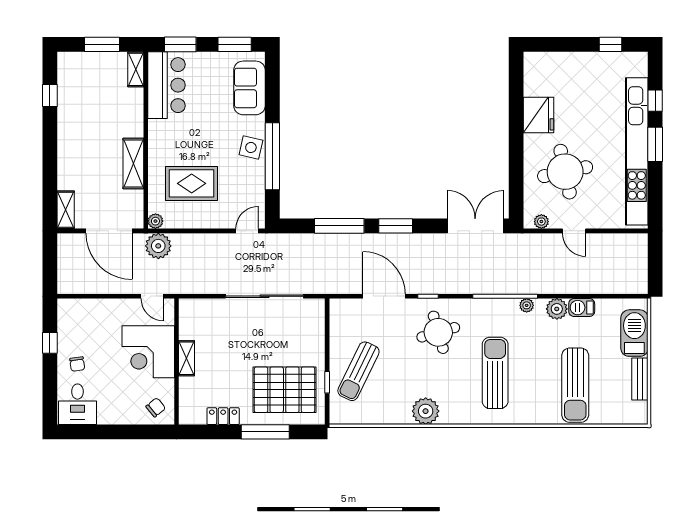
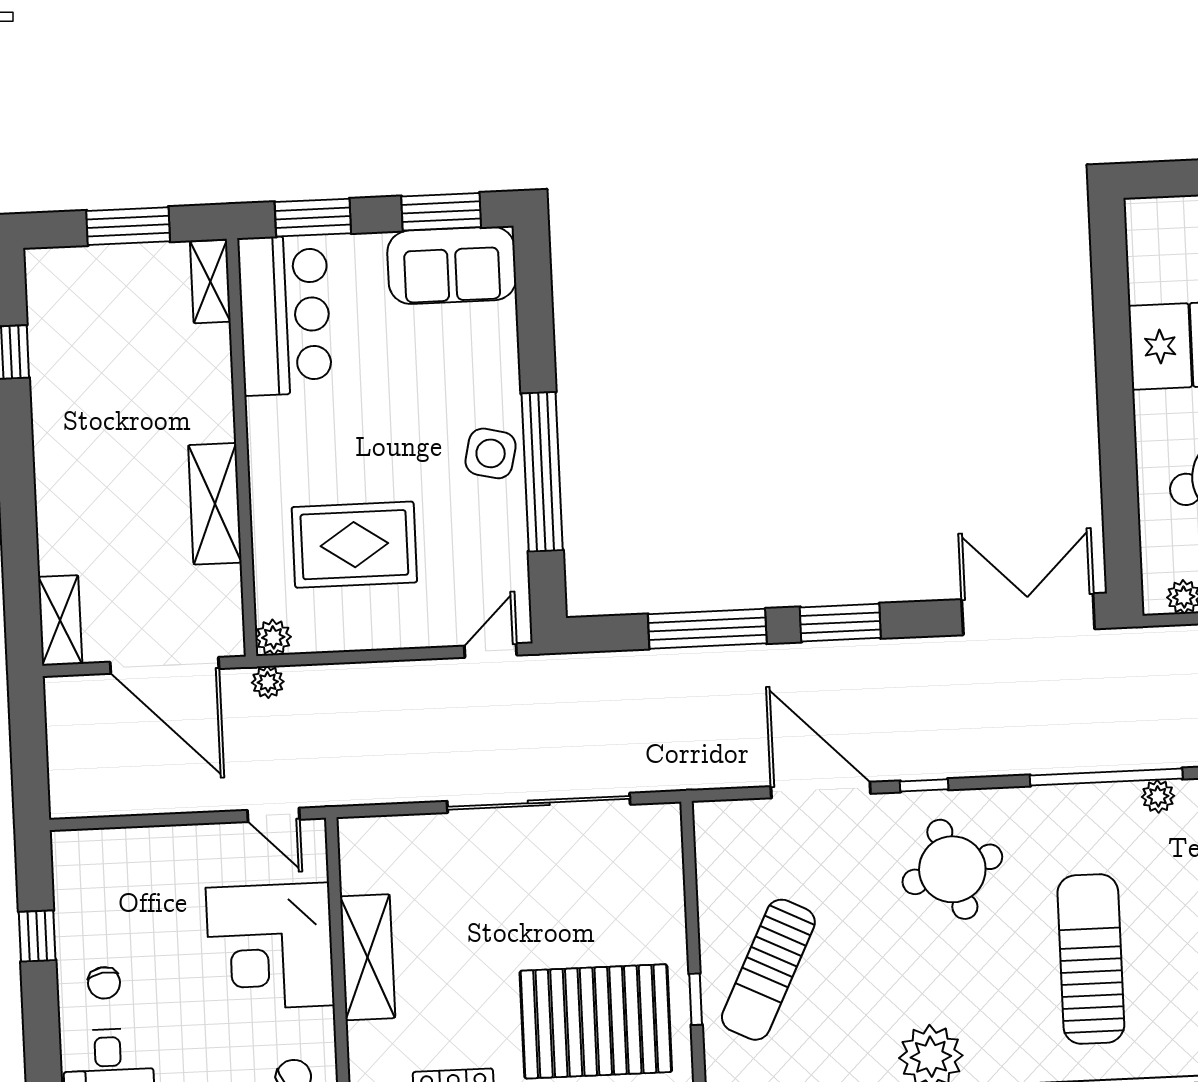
sofa: (249, 88) -> (452, 265), moved, turned -90
plant: (158, 246) -> (268, 682), width x0.53, depth x0.53
shelving: (187, 358) -> (368, 957), width x1.50, depth x1.33

